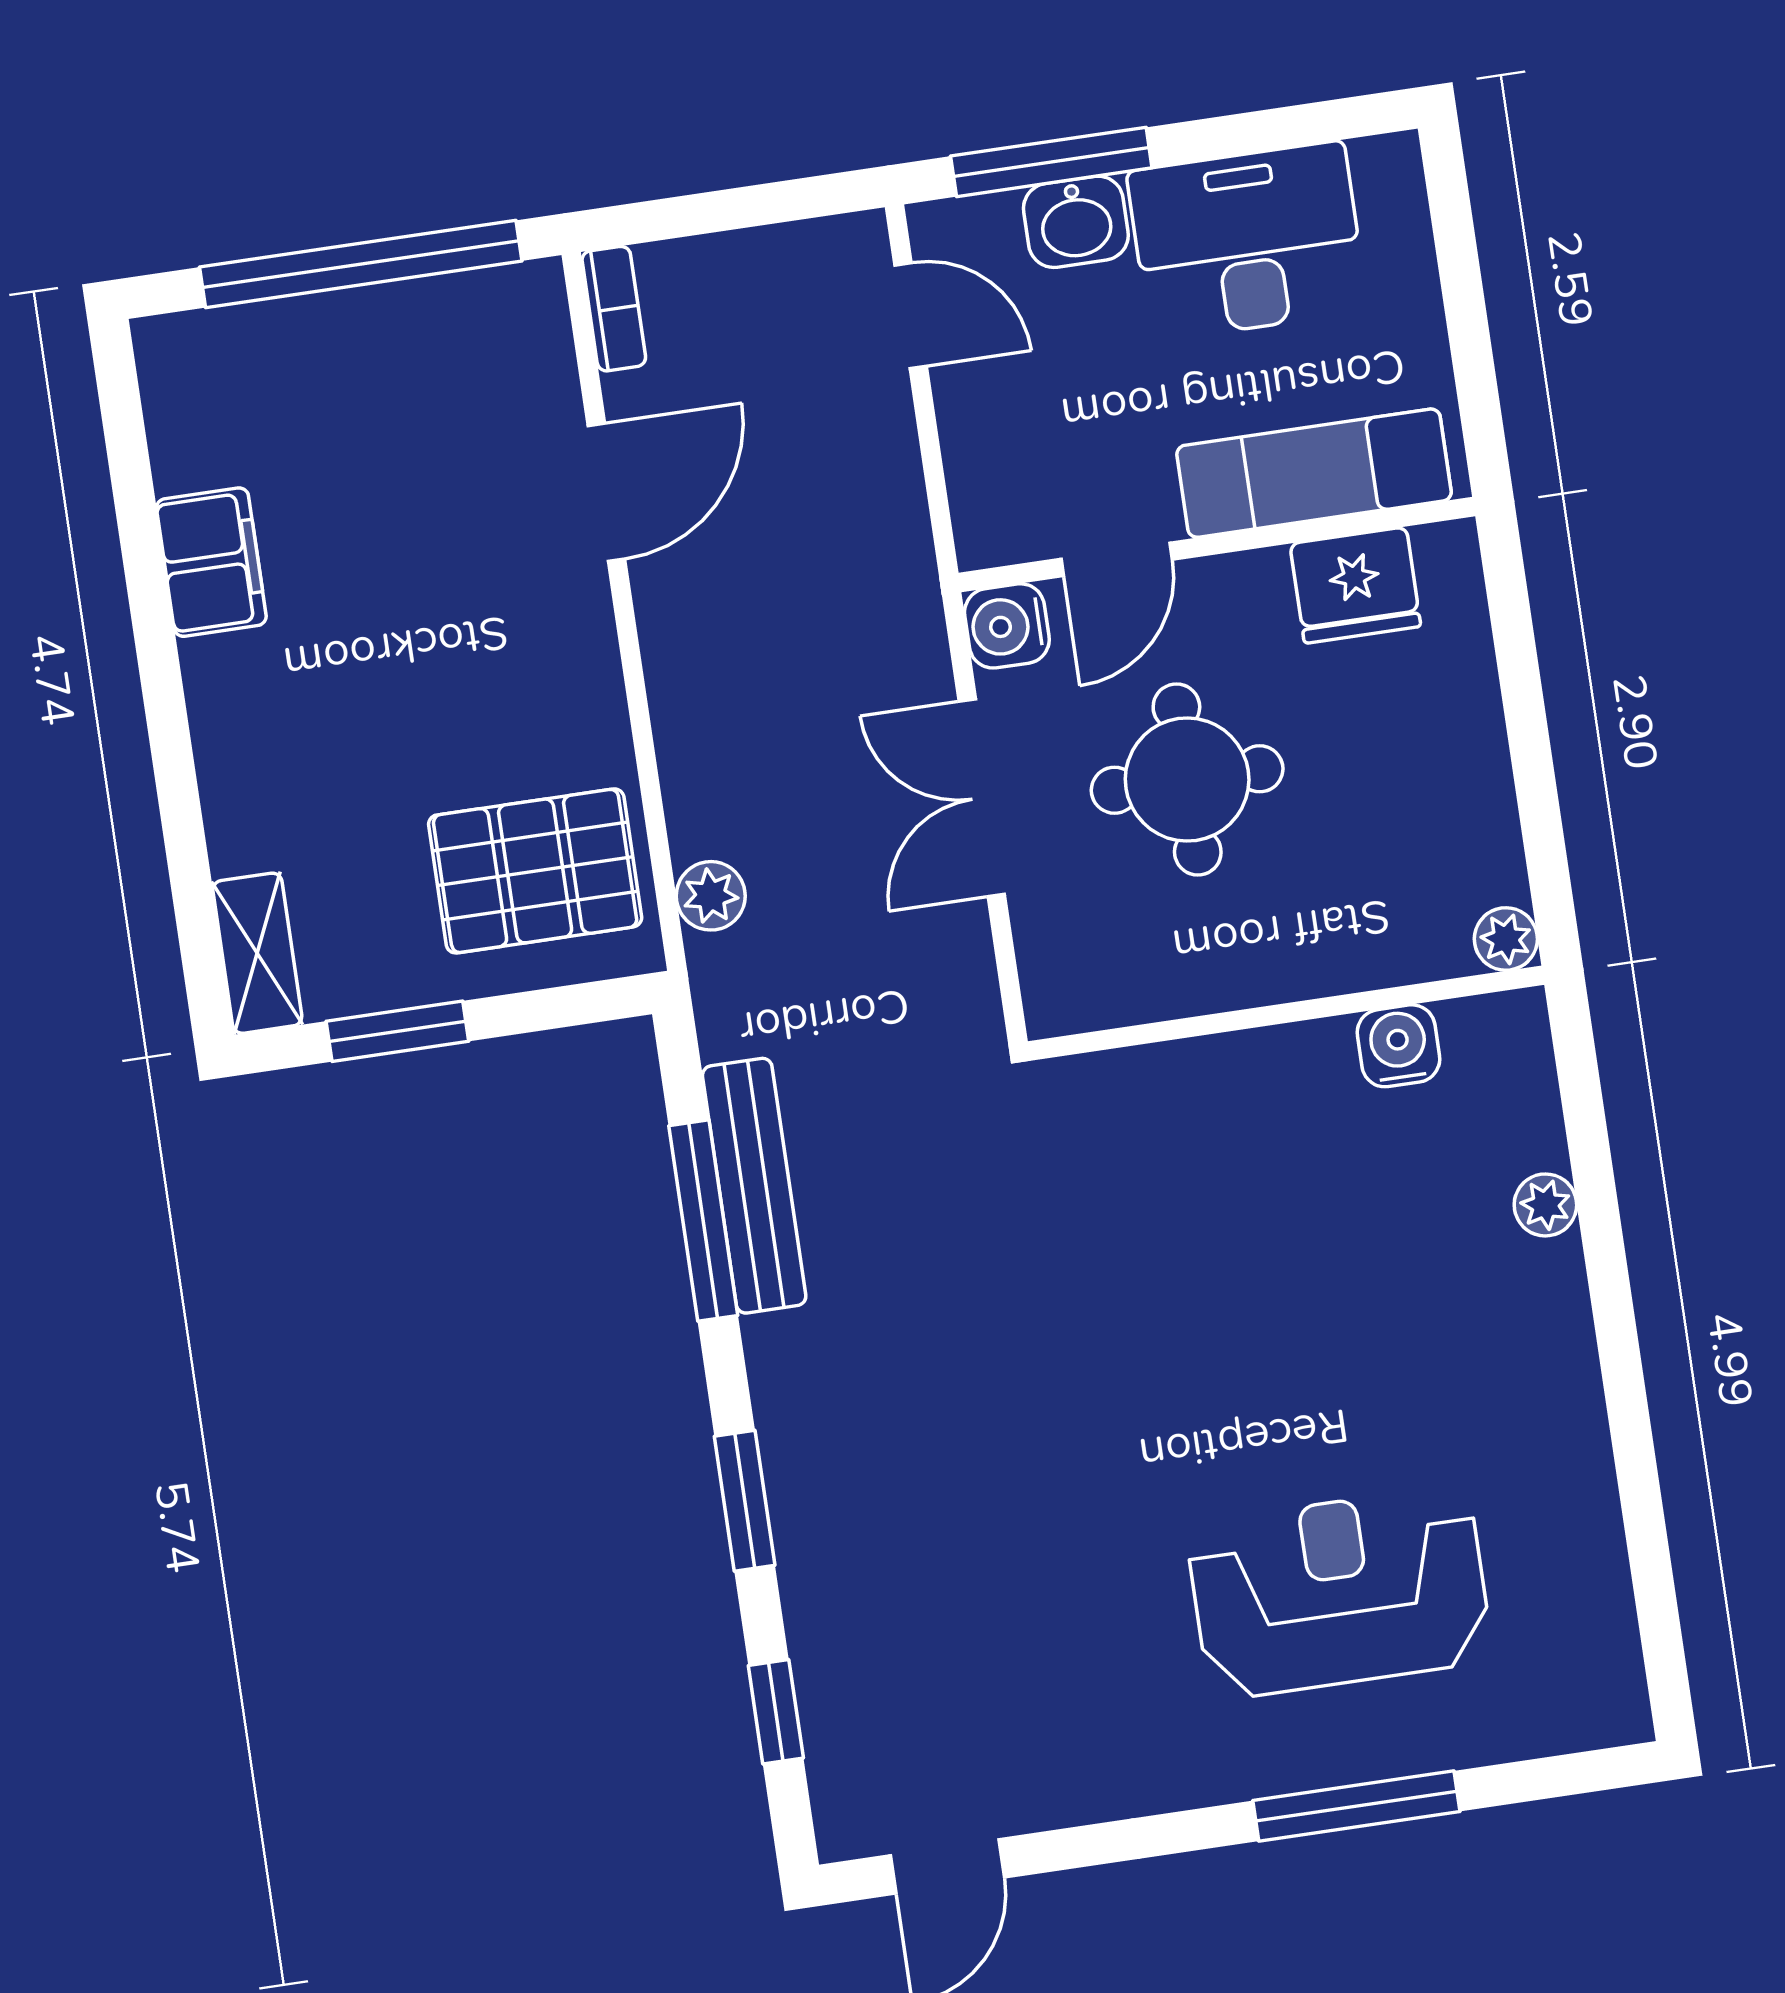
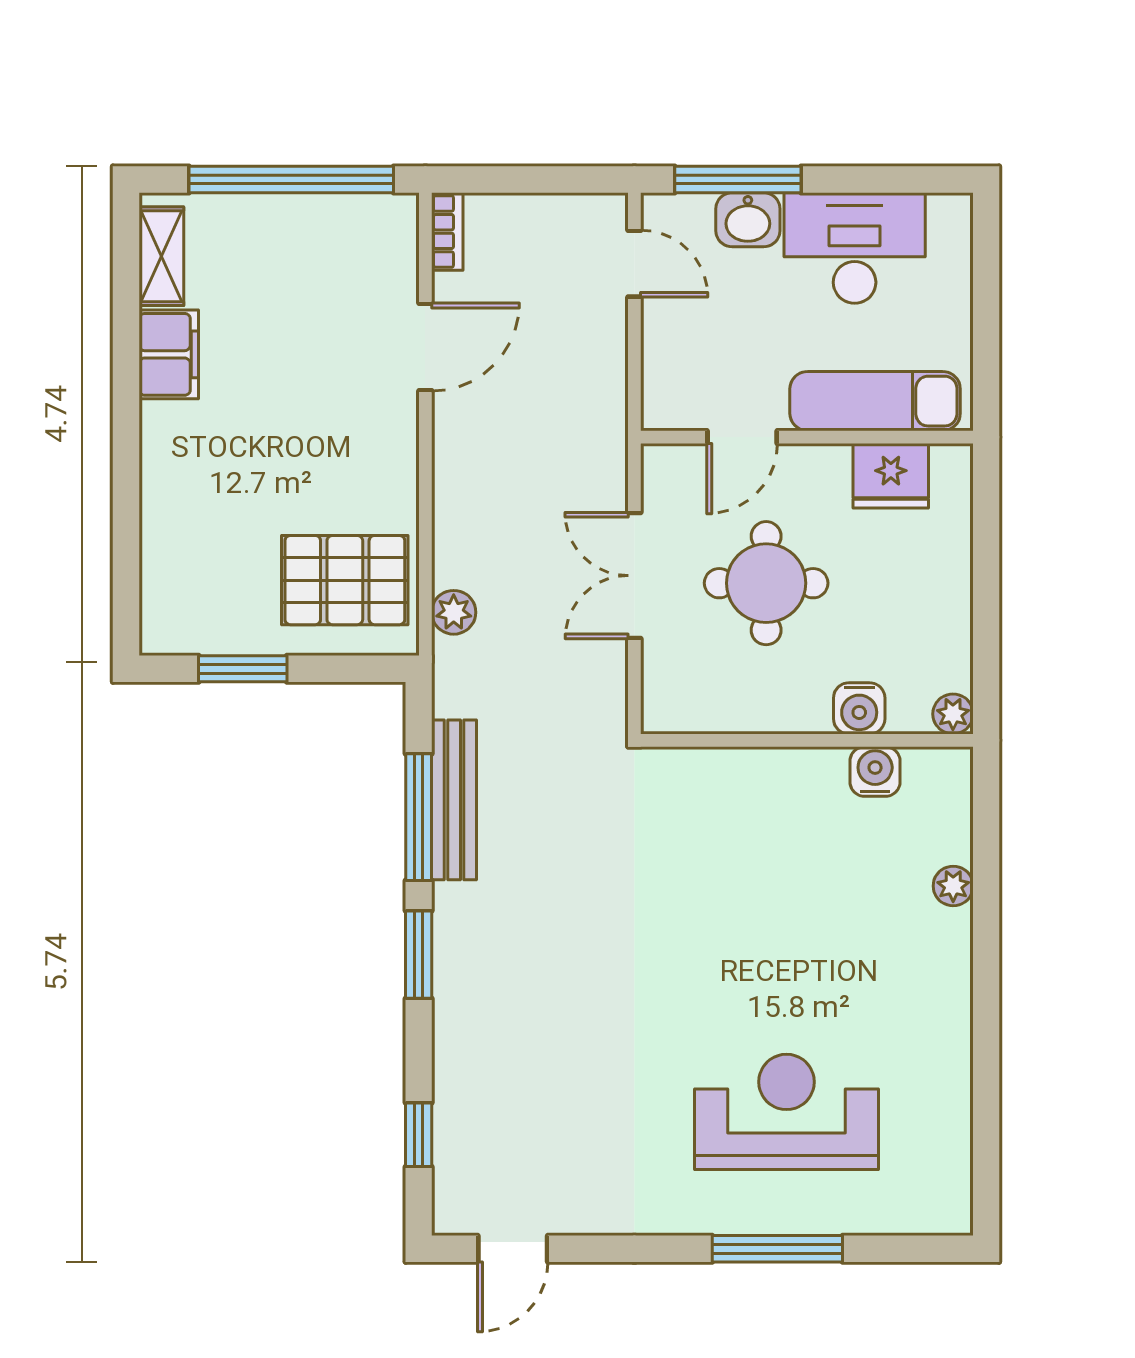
water cooler: (1007, 626) -> (859, 708), moved, turned -90
shelving: (257, 953) -> (161, 256), moved
window: (745, 1501) -> (419, 955), moved

